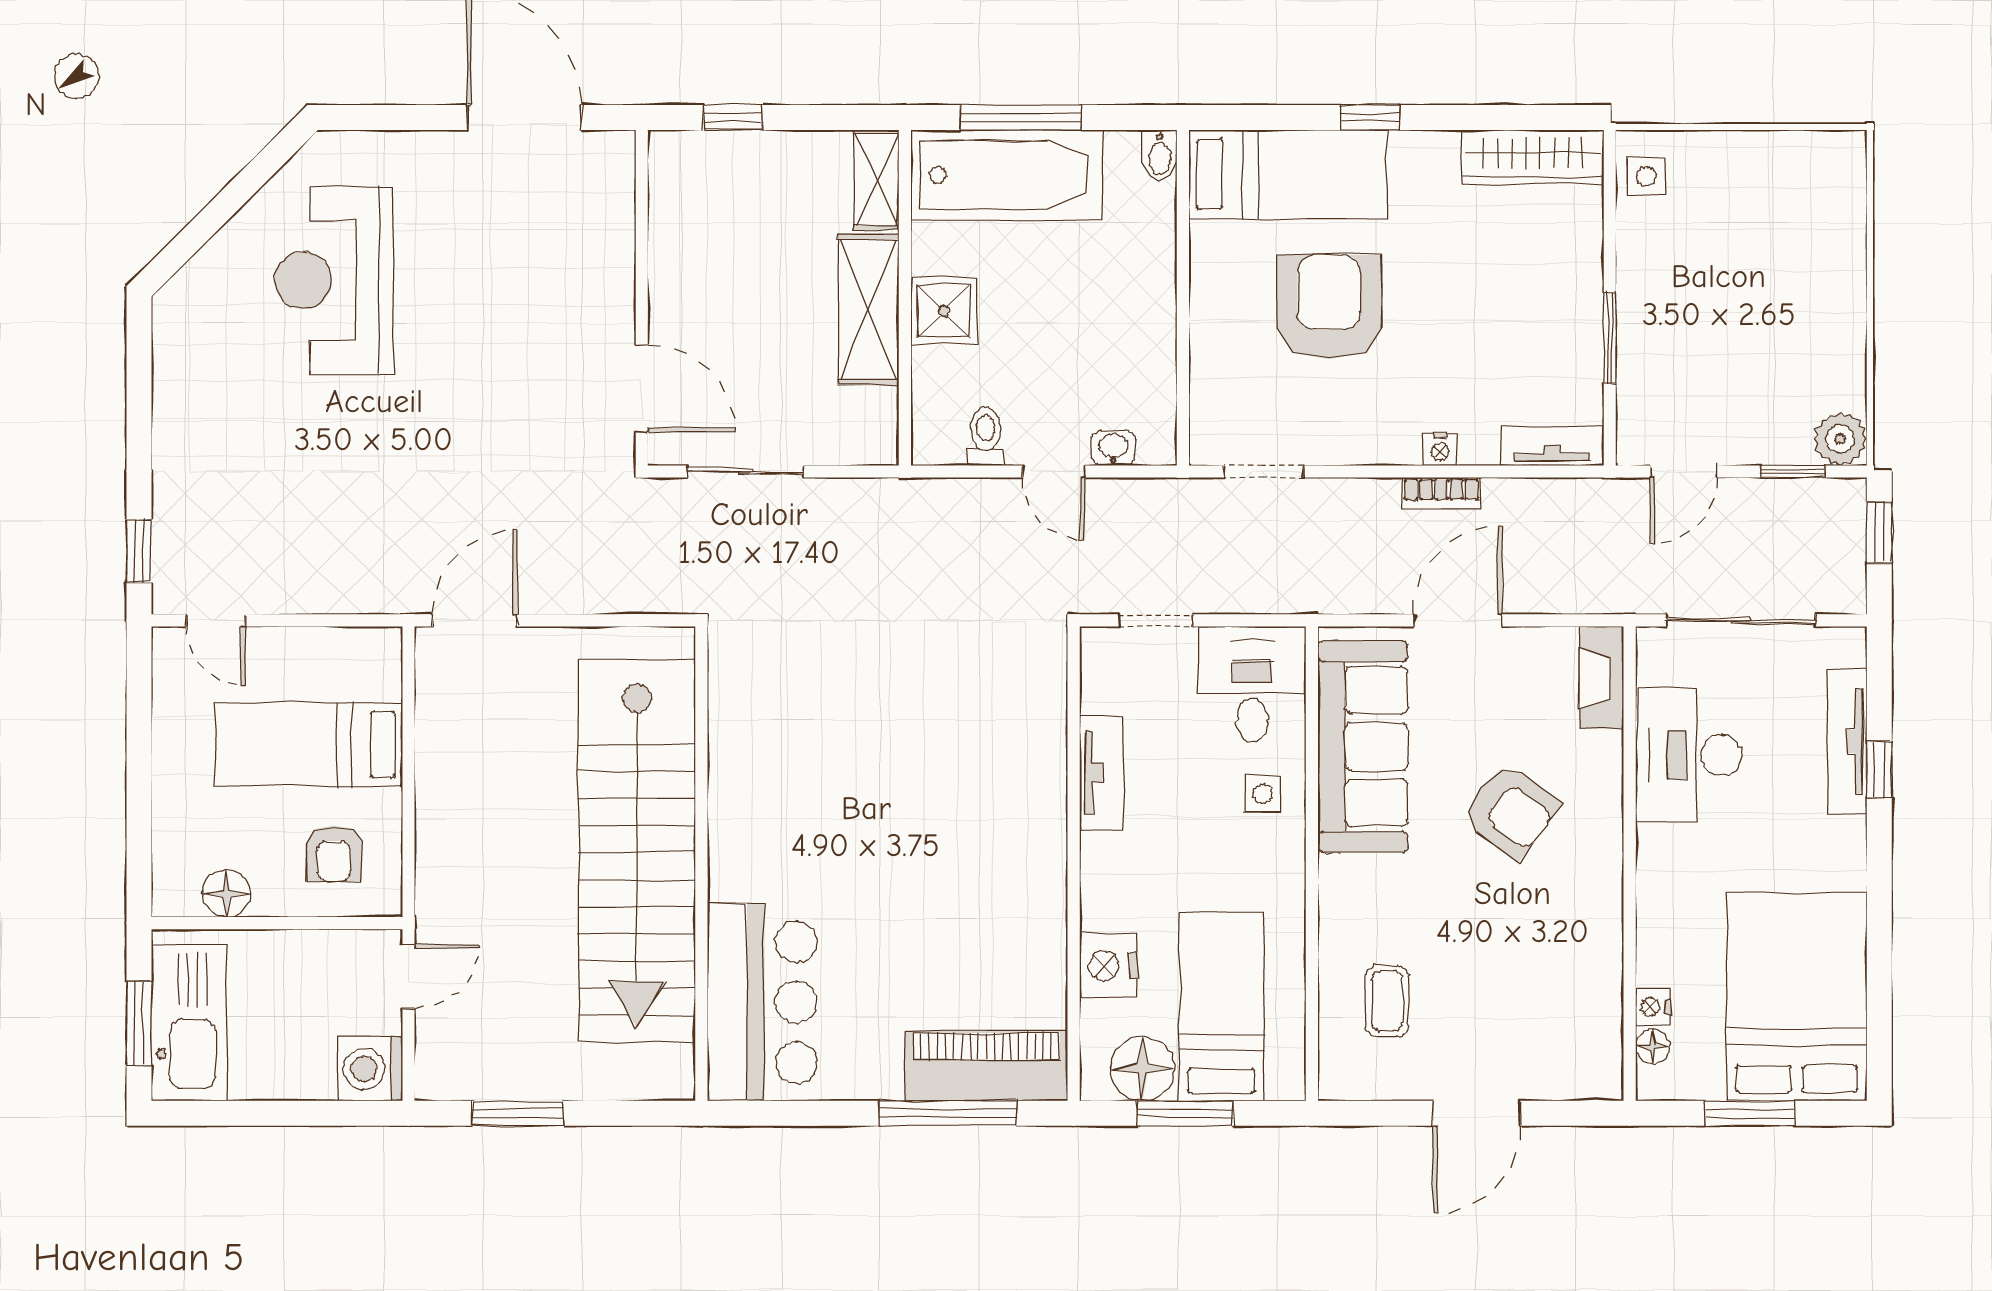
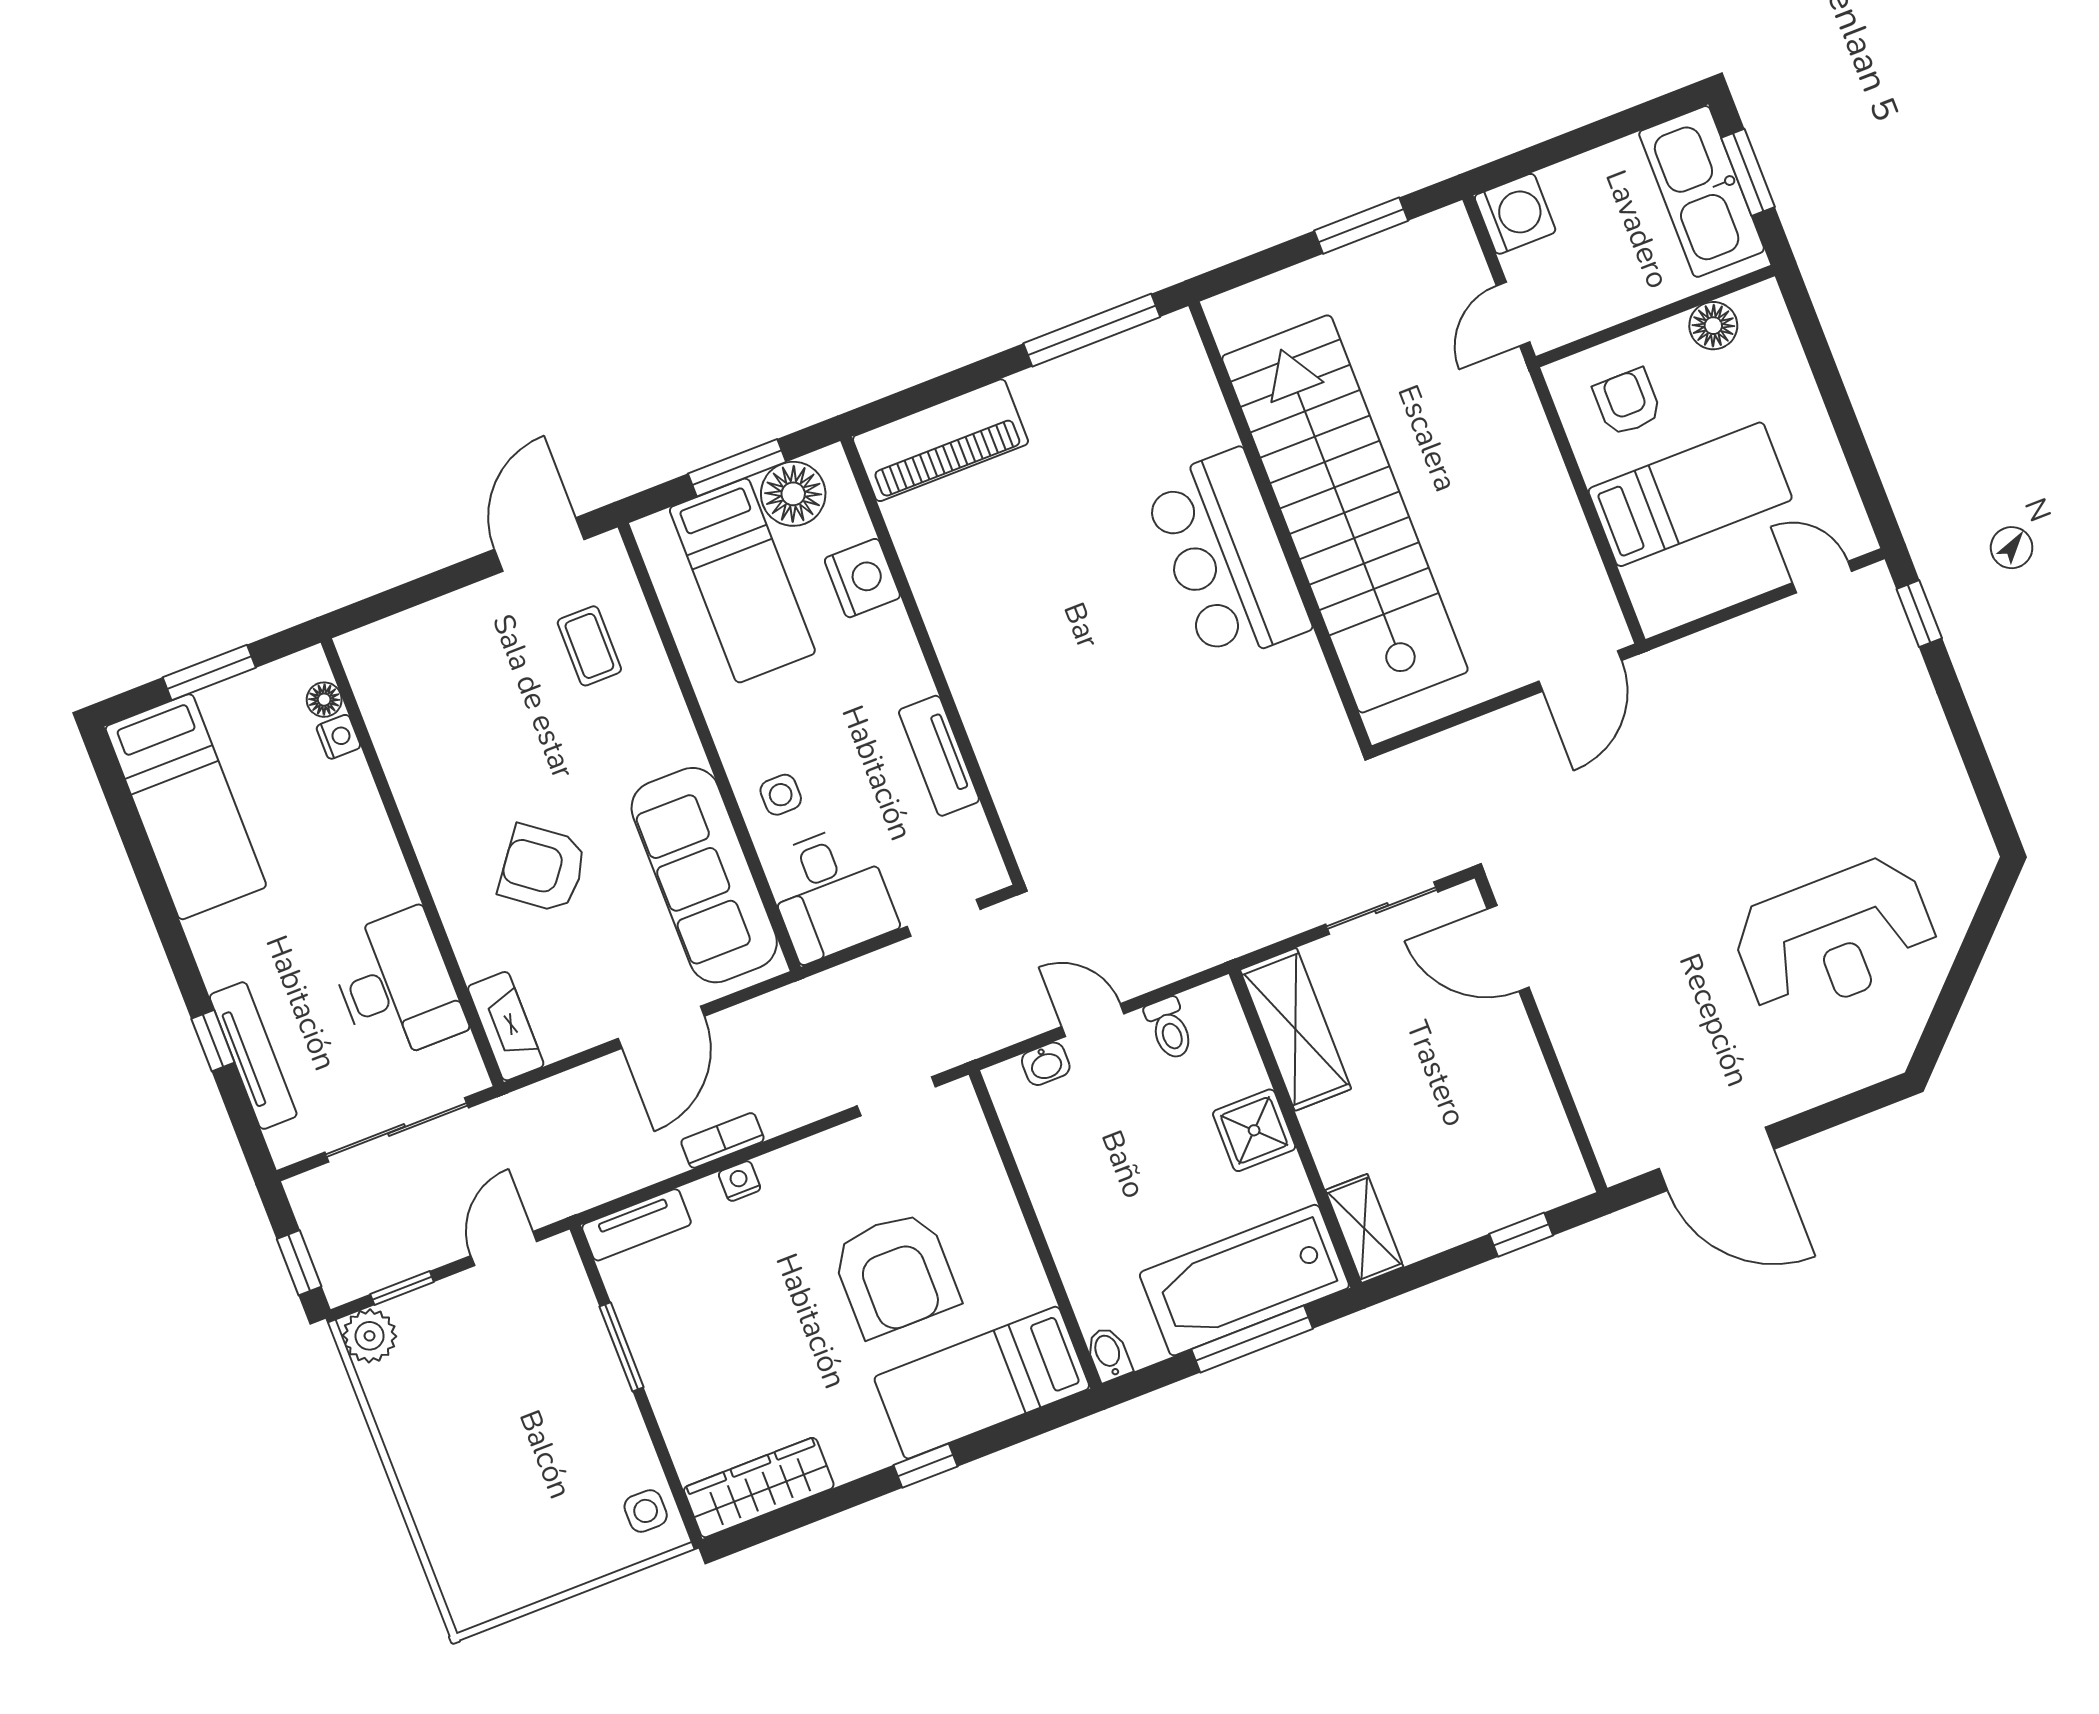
reception desk: (334, 280) -> (1835, 938), turned 90
shelving: (869, 310) -> (1296, 1029), moved
bed: (1797, 997) -> (186, 807), width x0.67
bar counter: (762, 1002) -> (1227, 557), moved
window: (948, 1113) -> (1092, 330), moved
door: (1477, 1113) -> (539, 544), moved

